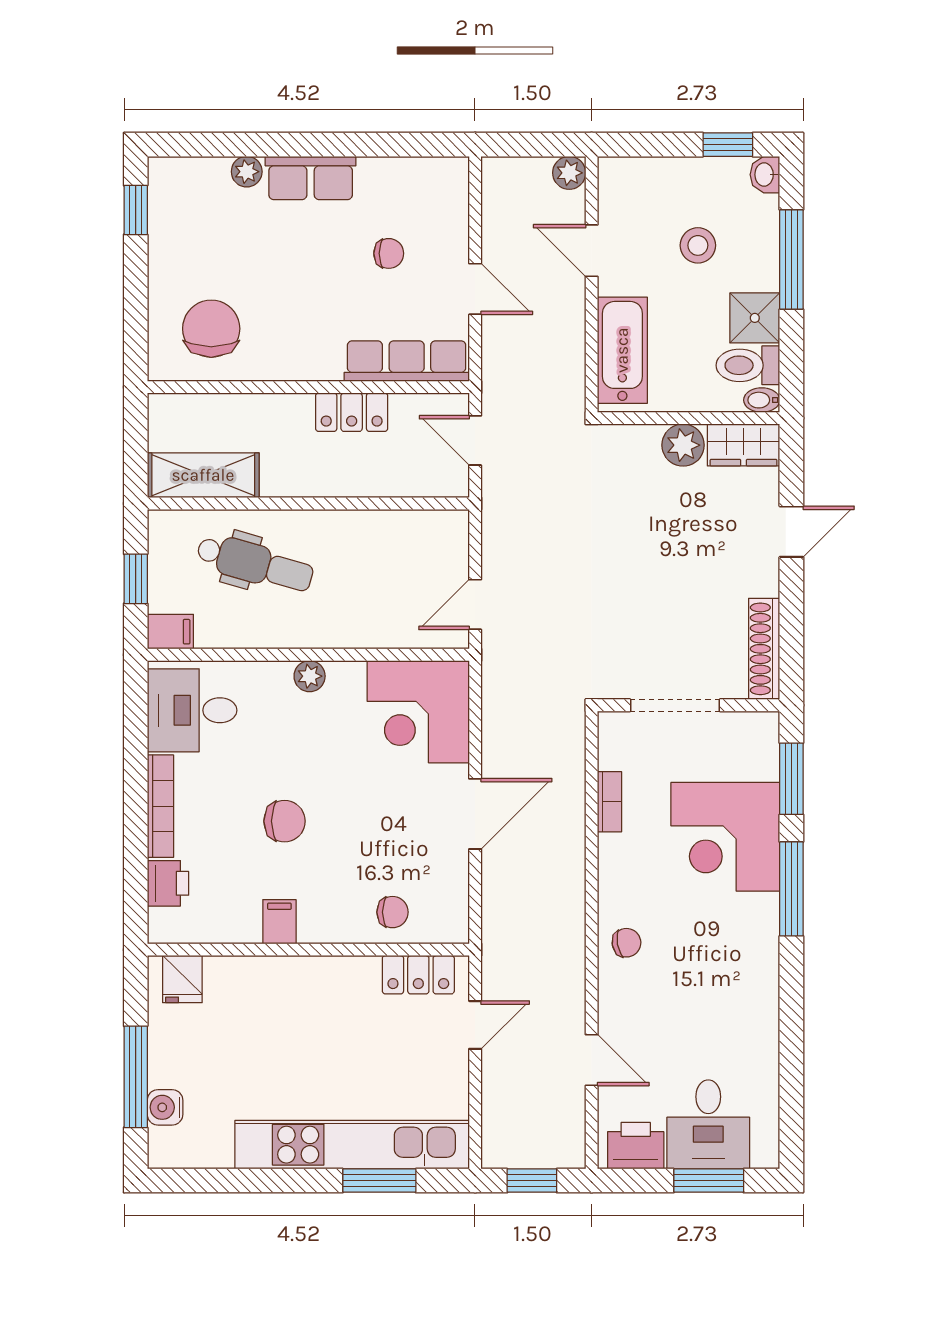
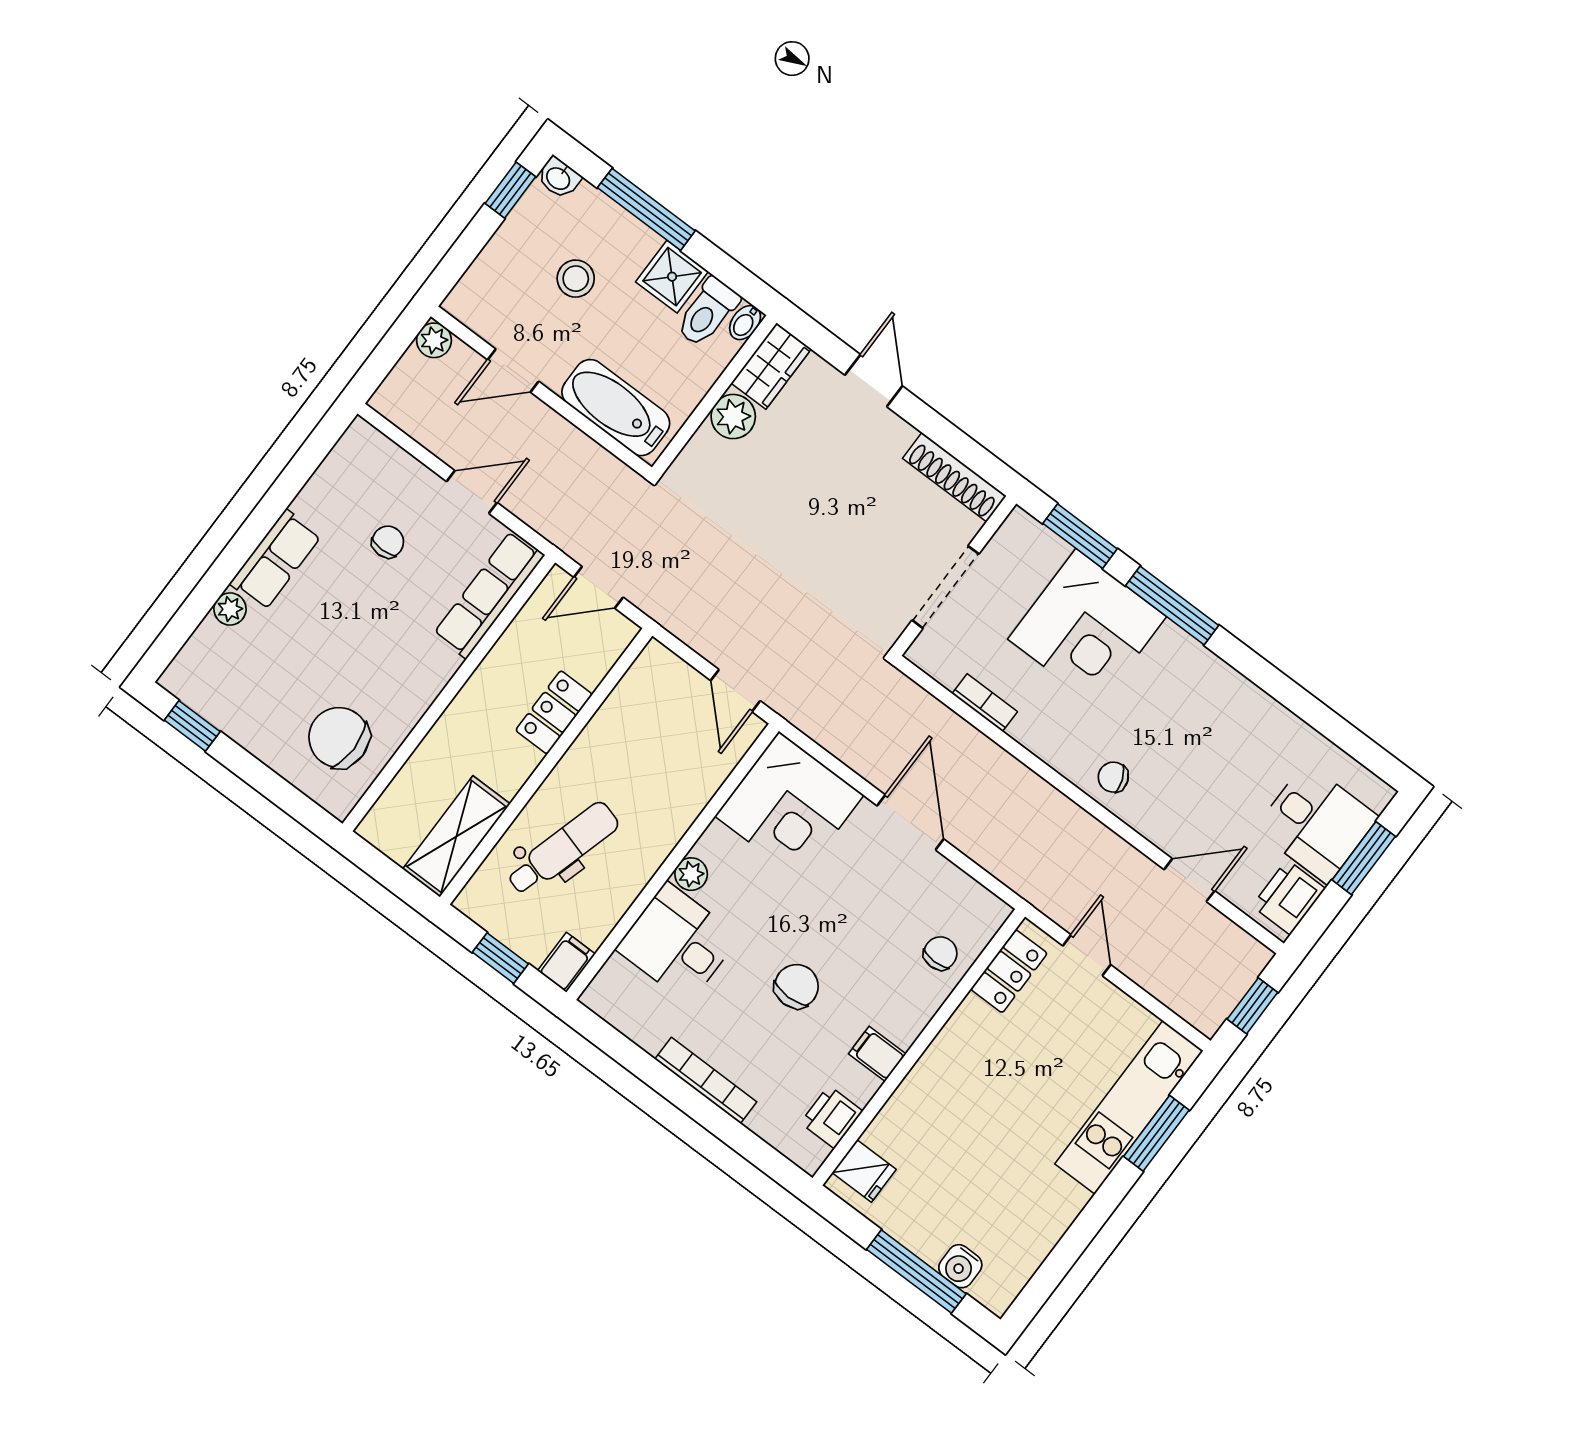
locker: (352, 412) -> (554, 712), moved, turned 180
desk: (192, 710) -> (678, 943), moved, turned 90
printer: (168, 883) -> (832, 1117), moved, turned -90
chair: (626, 943) -> (1113, 777), turned -101
kitchen unit: (352, 1145) -> (1129, 1107), width x0.73

